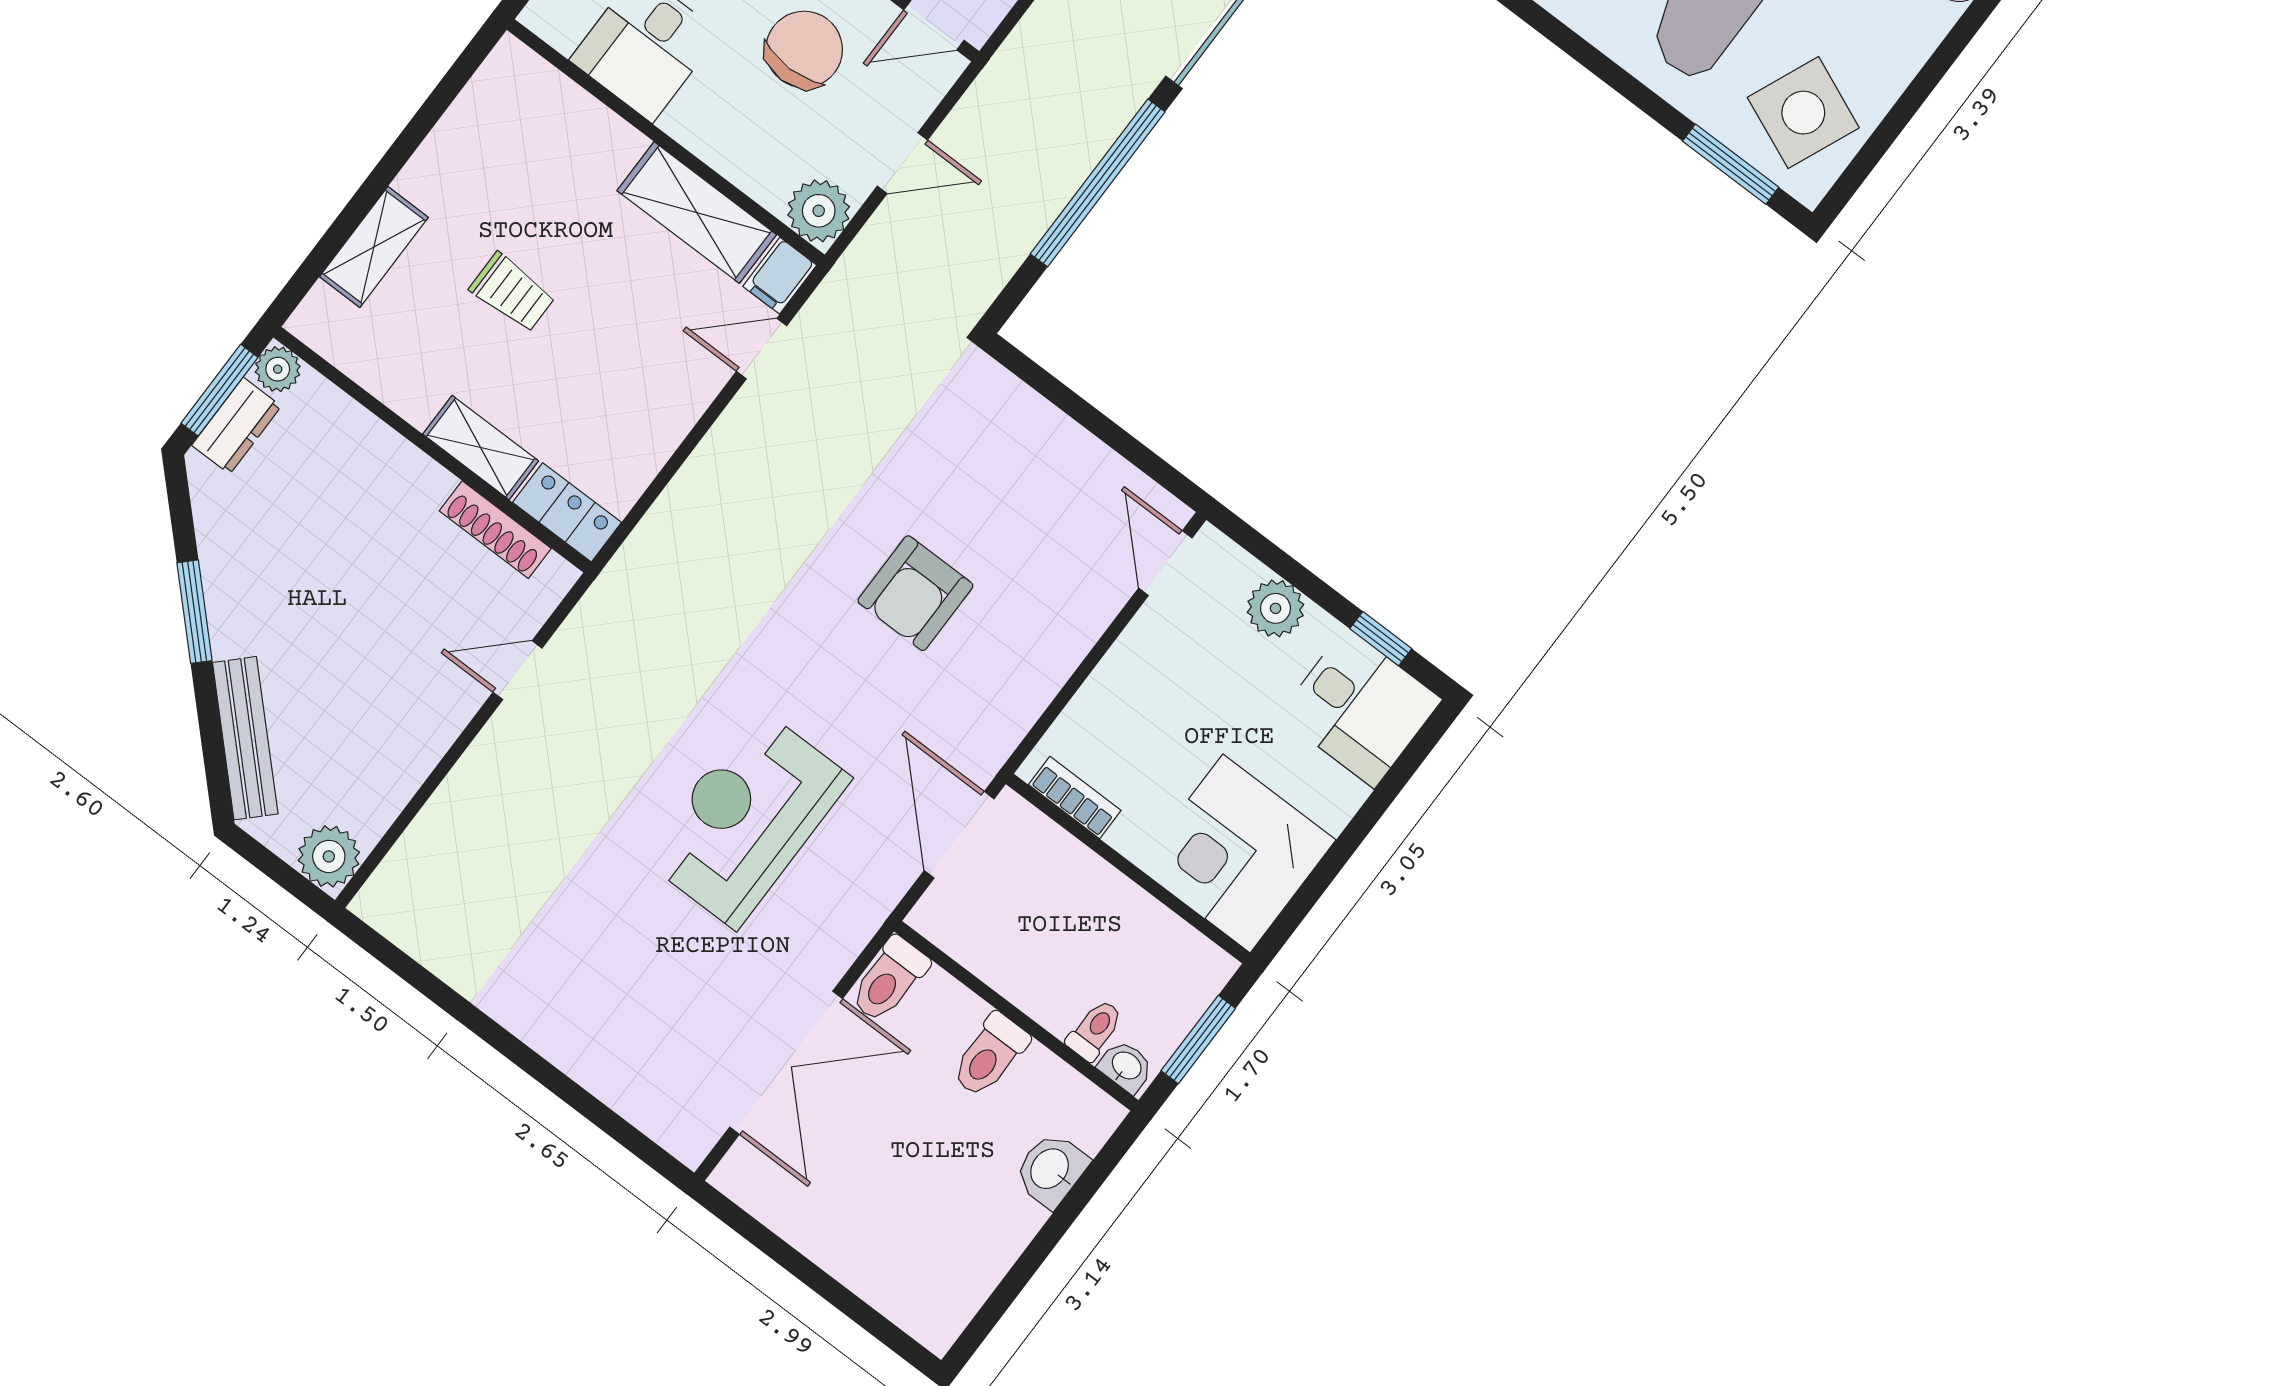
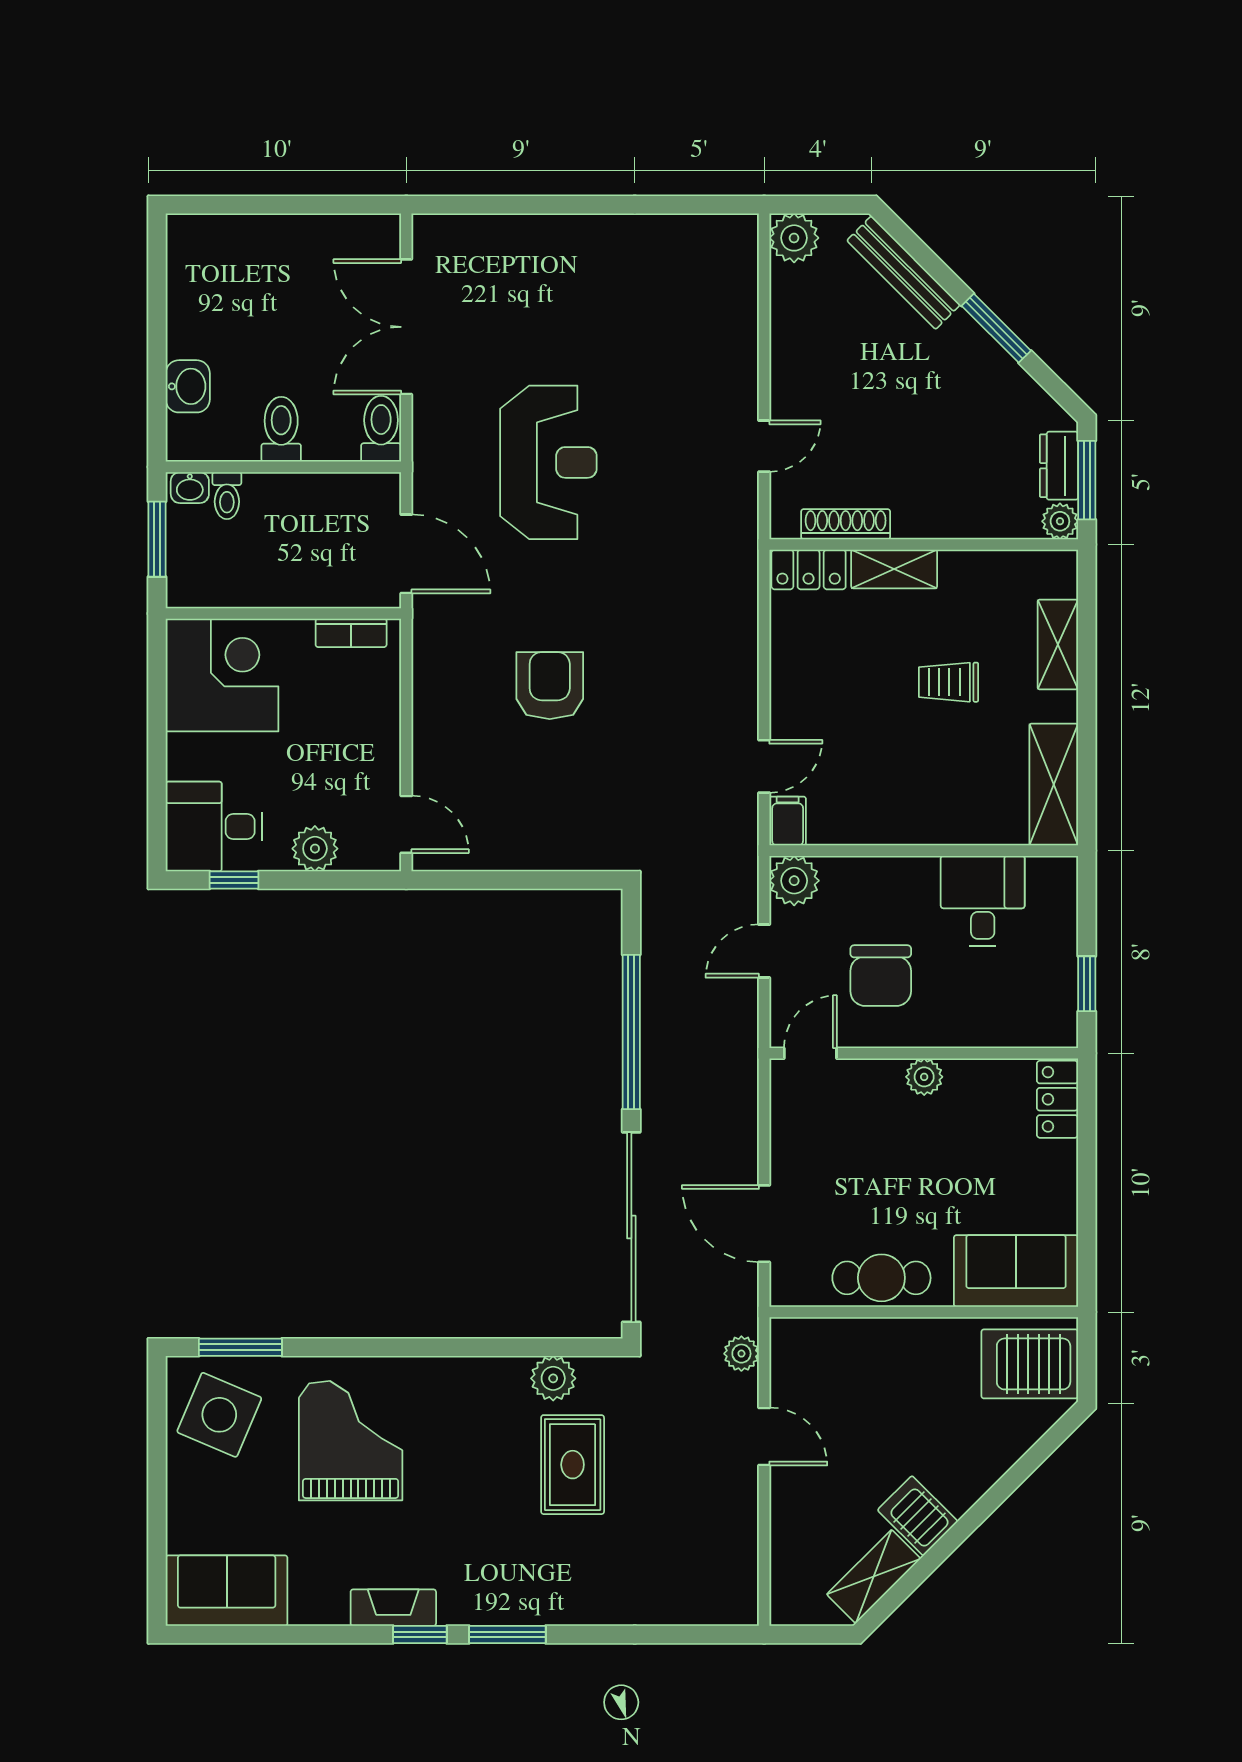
shelving: (697, 213) -> (1054, 785), moved, turned 90

